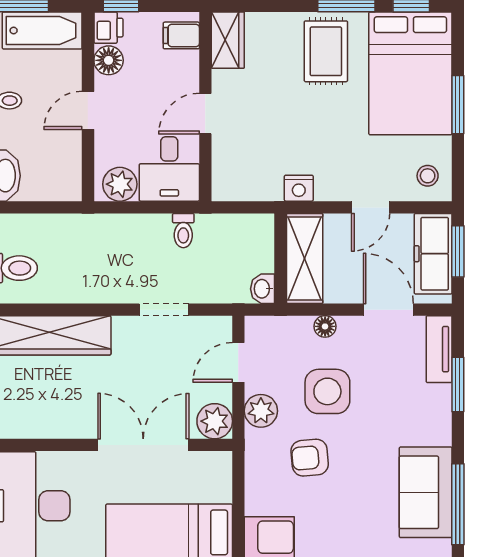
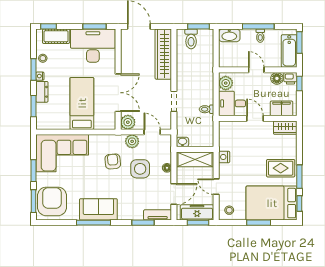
filing cabinet: (181, 35) -> (282, 108), width x2.00

